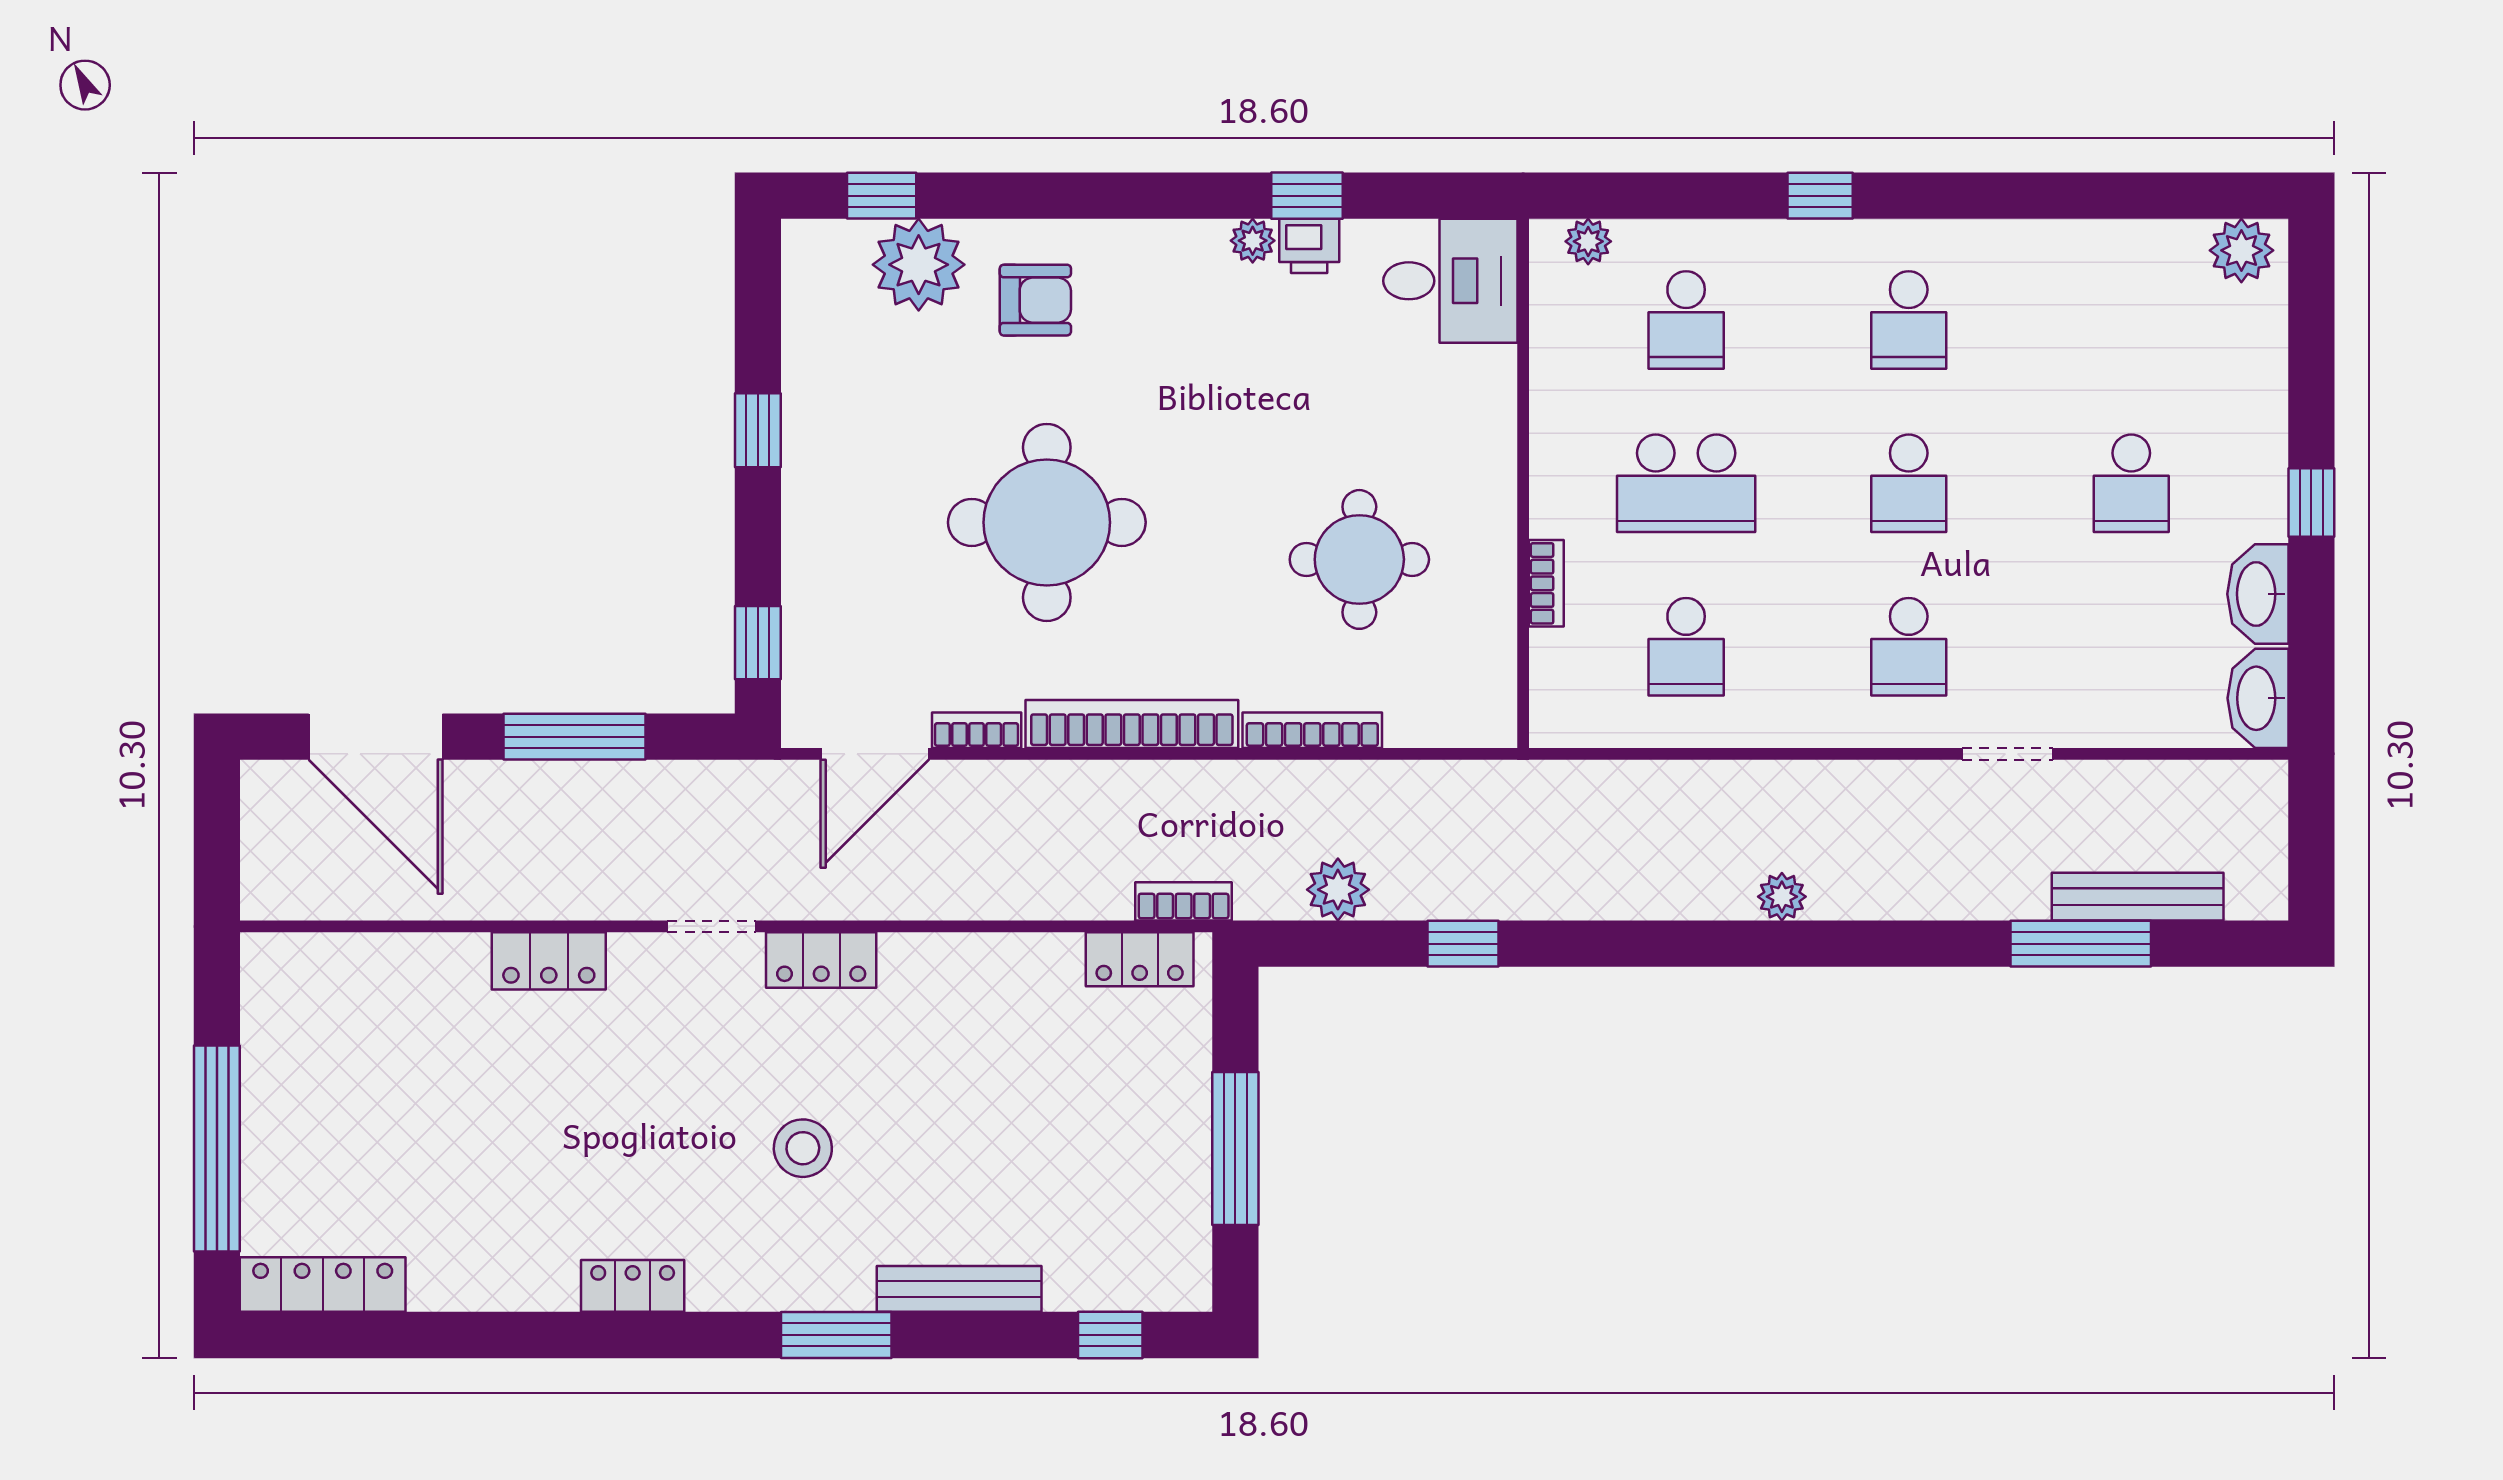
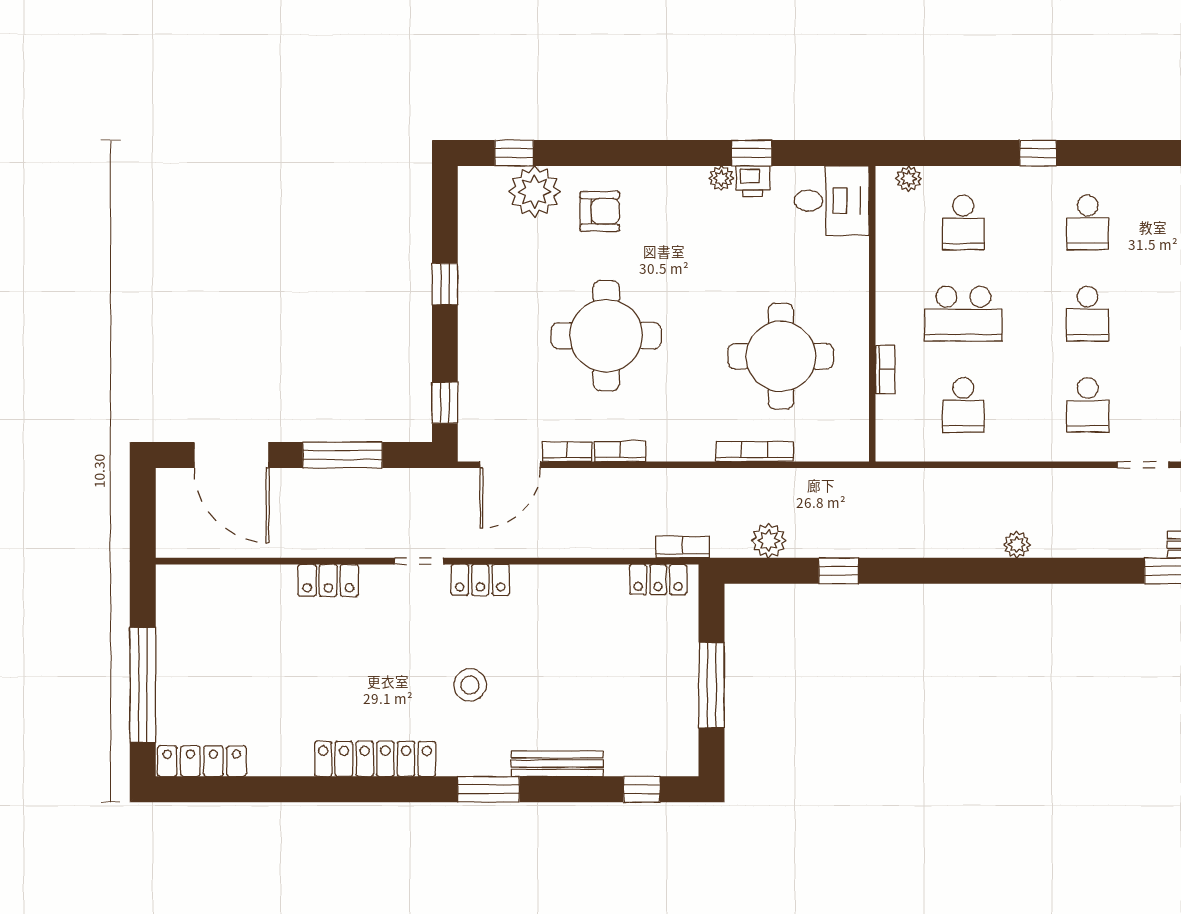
round table: (1359, 559) -> (781, 356), width x1.36, depth x1.36
bookcase: (1132, 724) -> (620, 451), width x0.43, depth x0.76
locker: (633, 1286) -> (375, 759), width x2.16, depth x1.21

